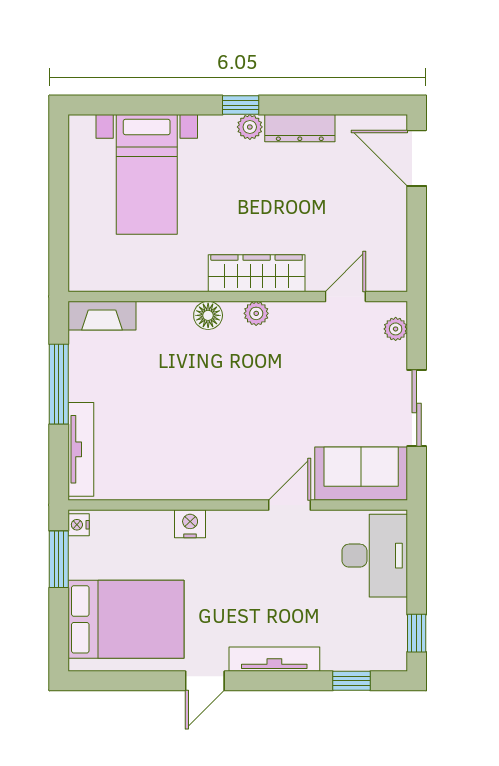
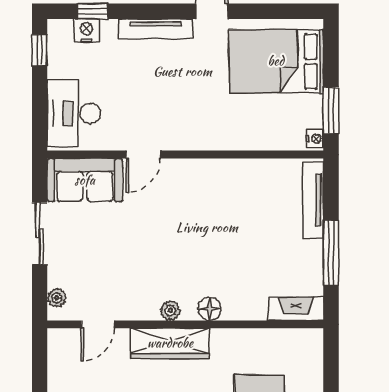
nightstand: (190, 524) -> (86, 30), moved, turned 180

